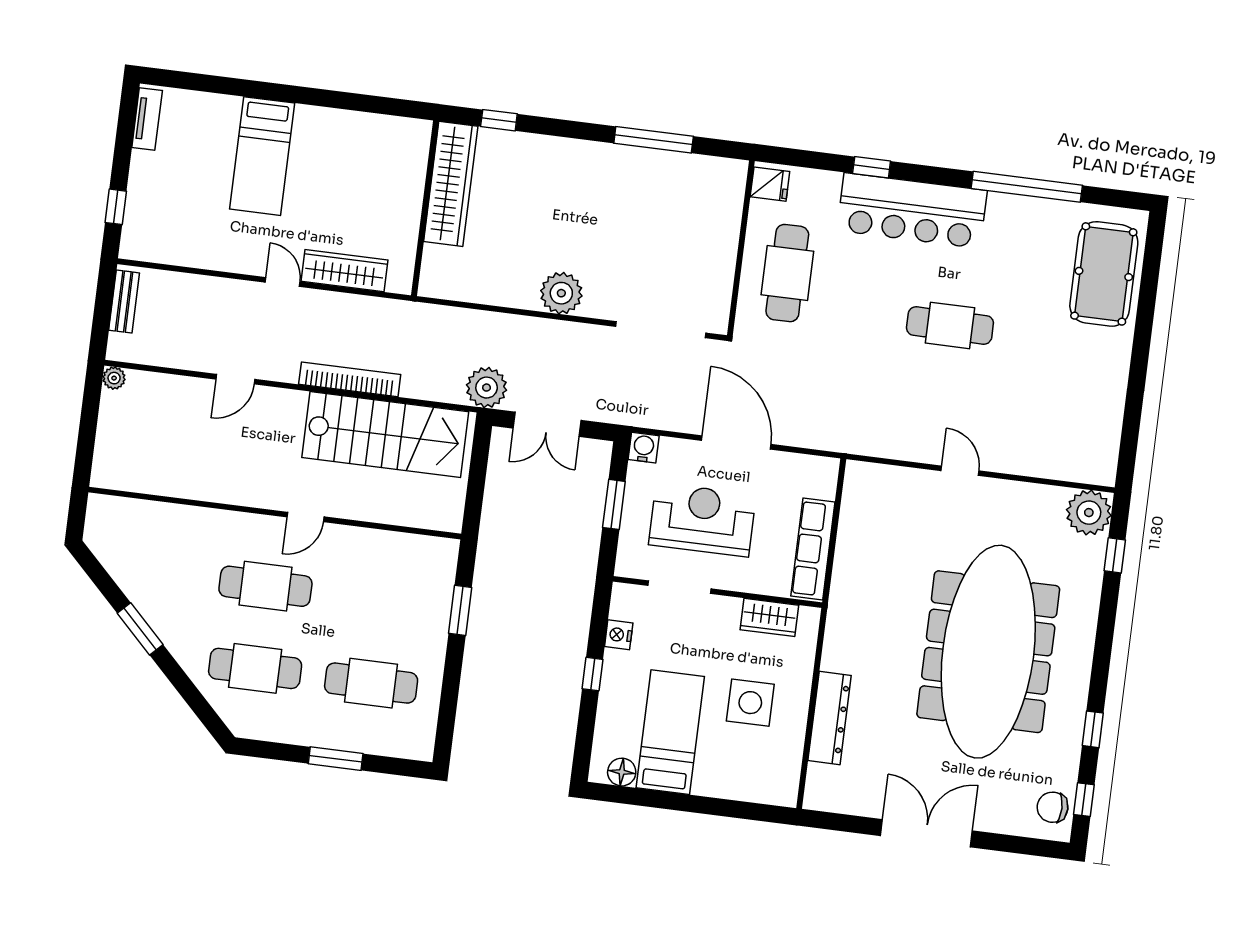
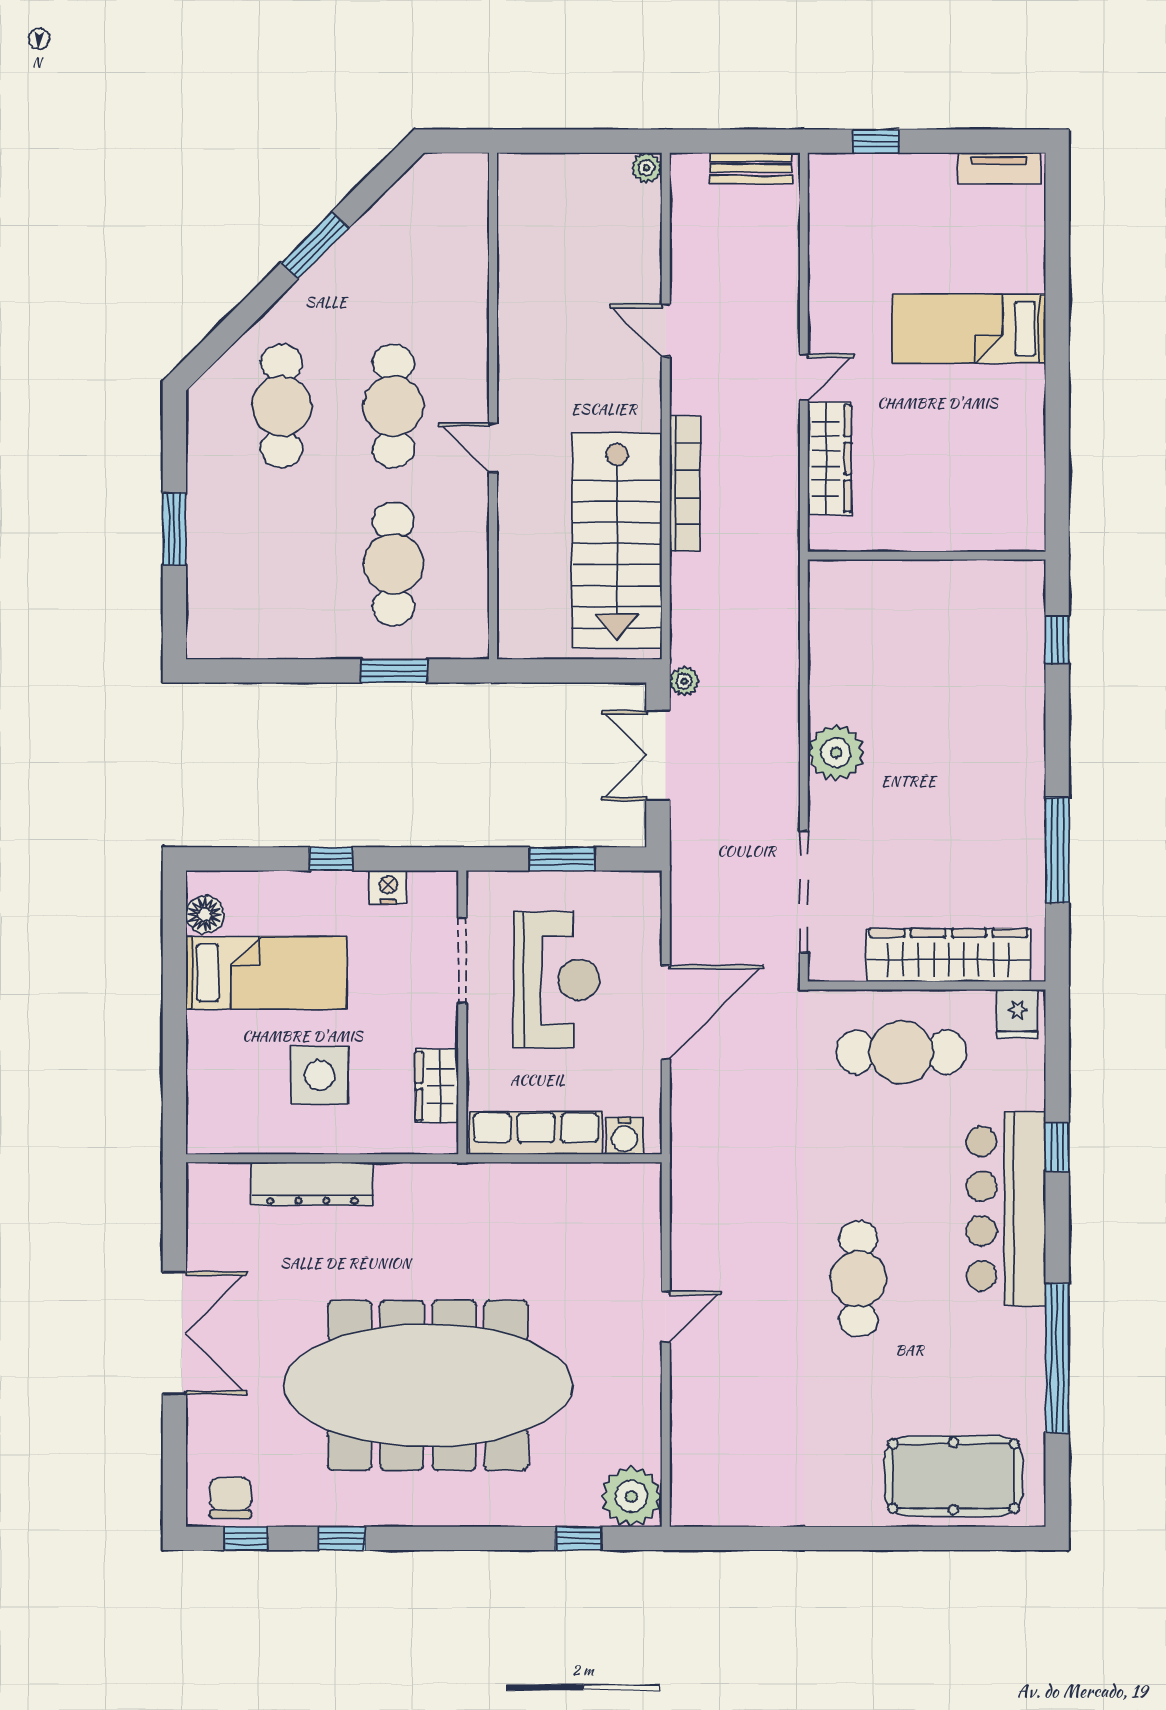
wardrobe: (451, 184) -> (949, 955), moved, turned 180
plant: (487, 388) -> (684, 681), width x0.53, depth x0.53
water cooler: (644, 448) -> (624, 1136), moved, turned 90
cafe table: (371, 683) -> (393, 564), moved

